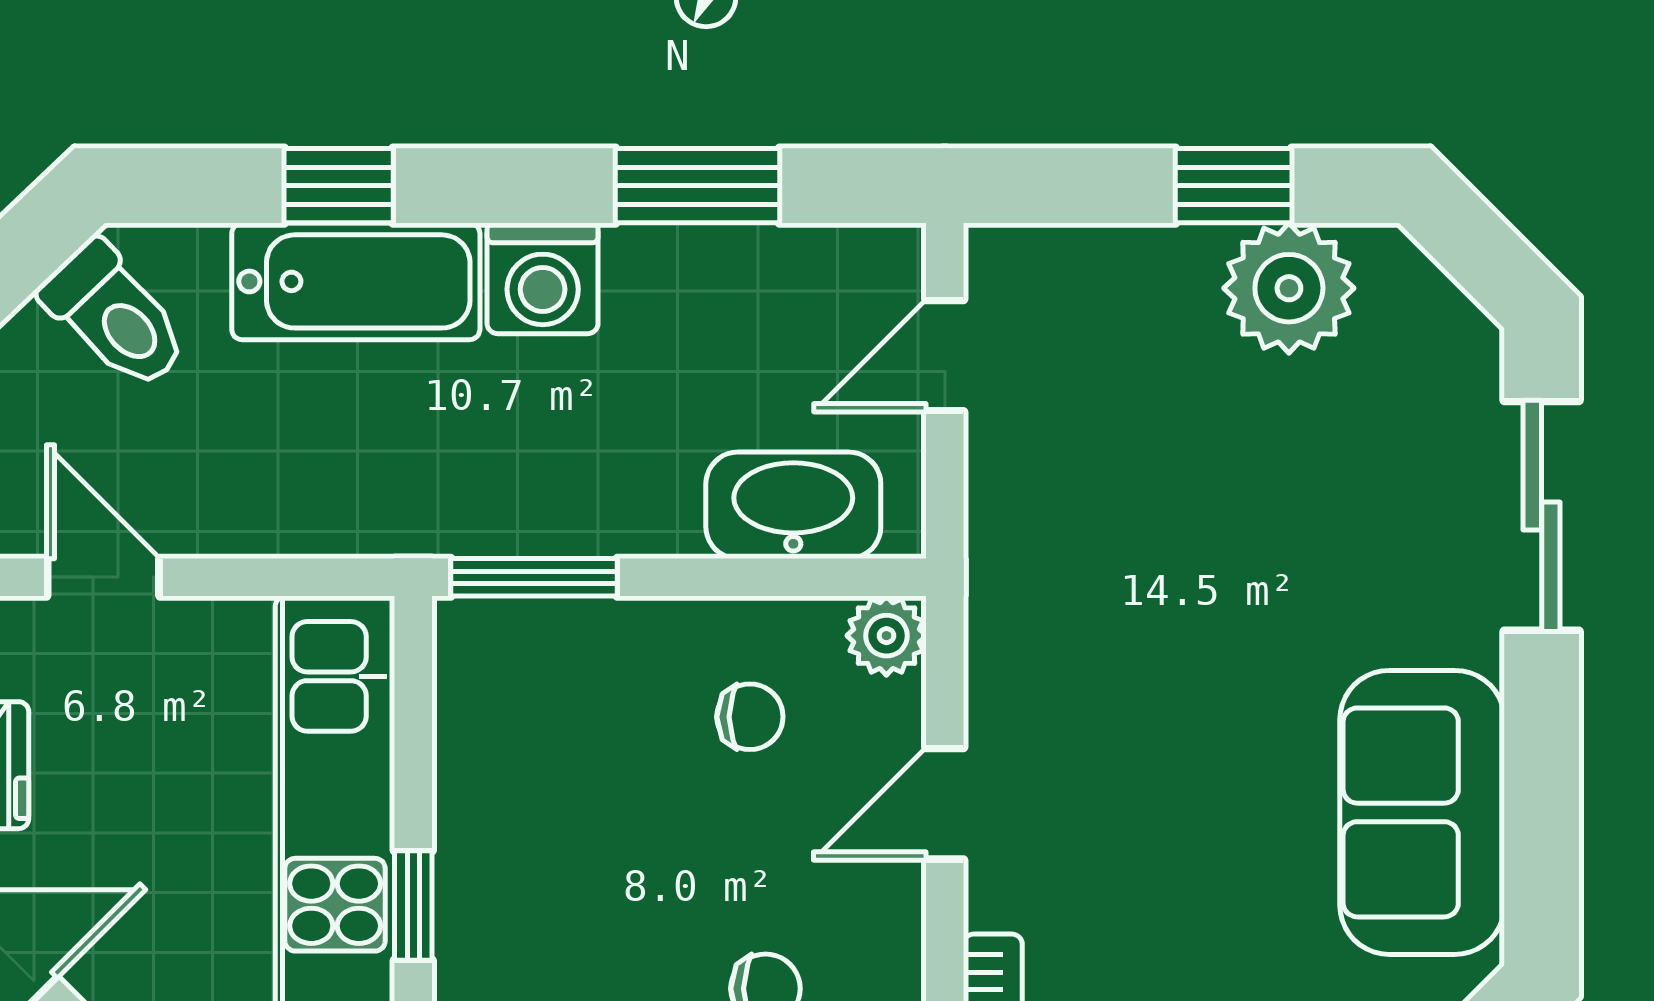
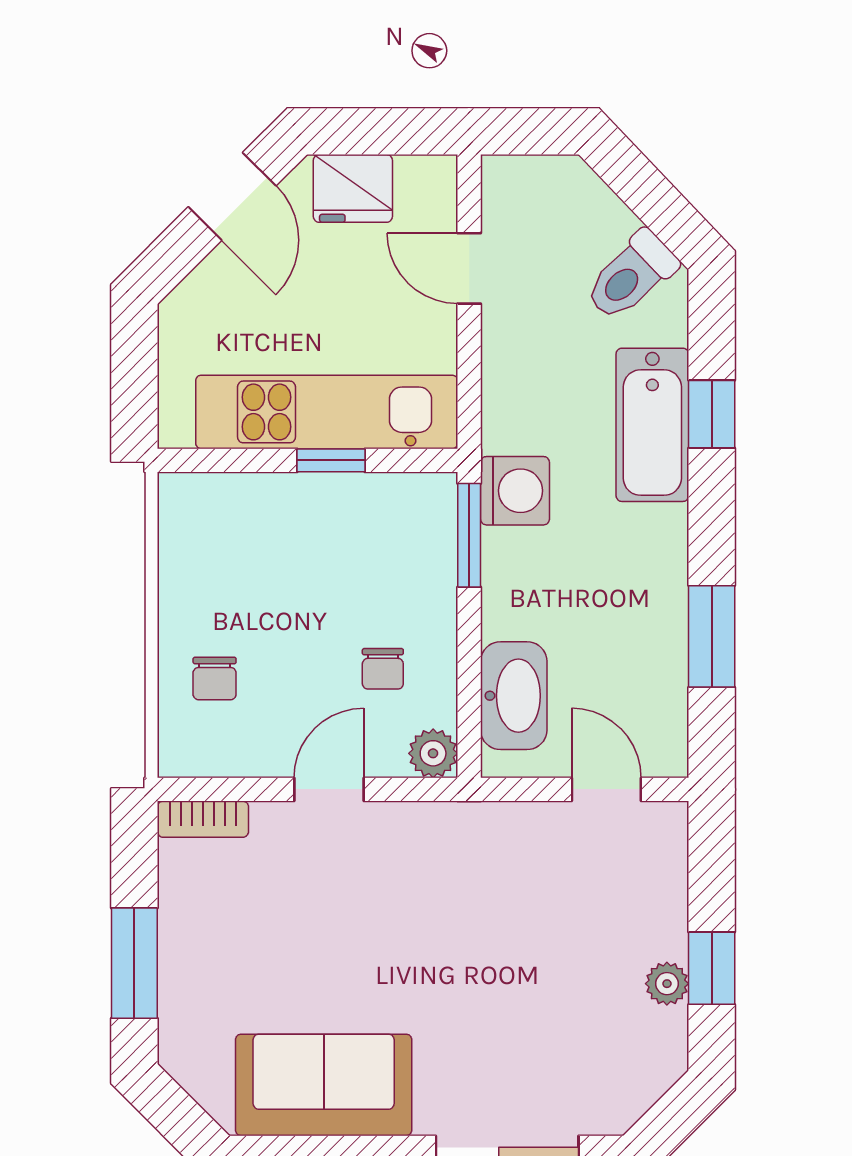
washing machine: (543, 278) -> (515, 491), moved, turned 180
plant: (1289, 288) -> (667, 984), width x0.53, depth x0.53
door: (103, 577) -> (469, 268), swing flipped
door: (945, 804) -> (329, 789), hinge flipped
window: (413, 905) -> (331, 460), moved

